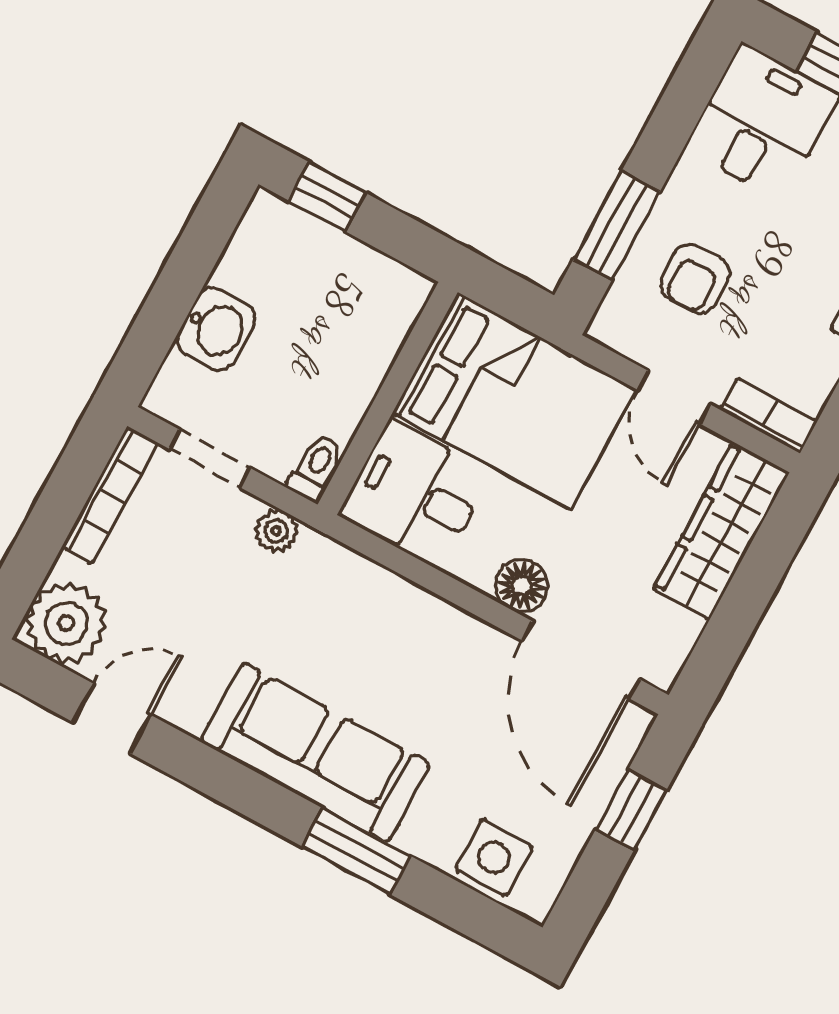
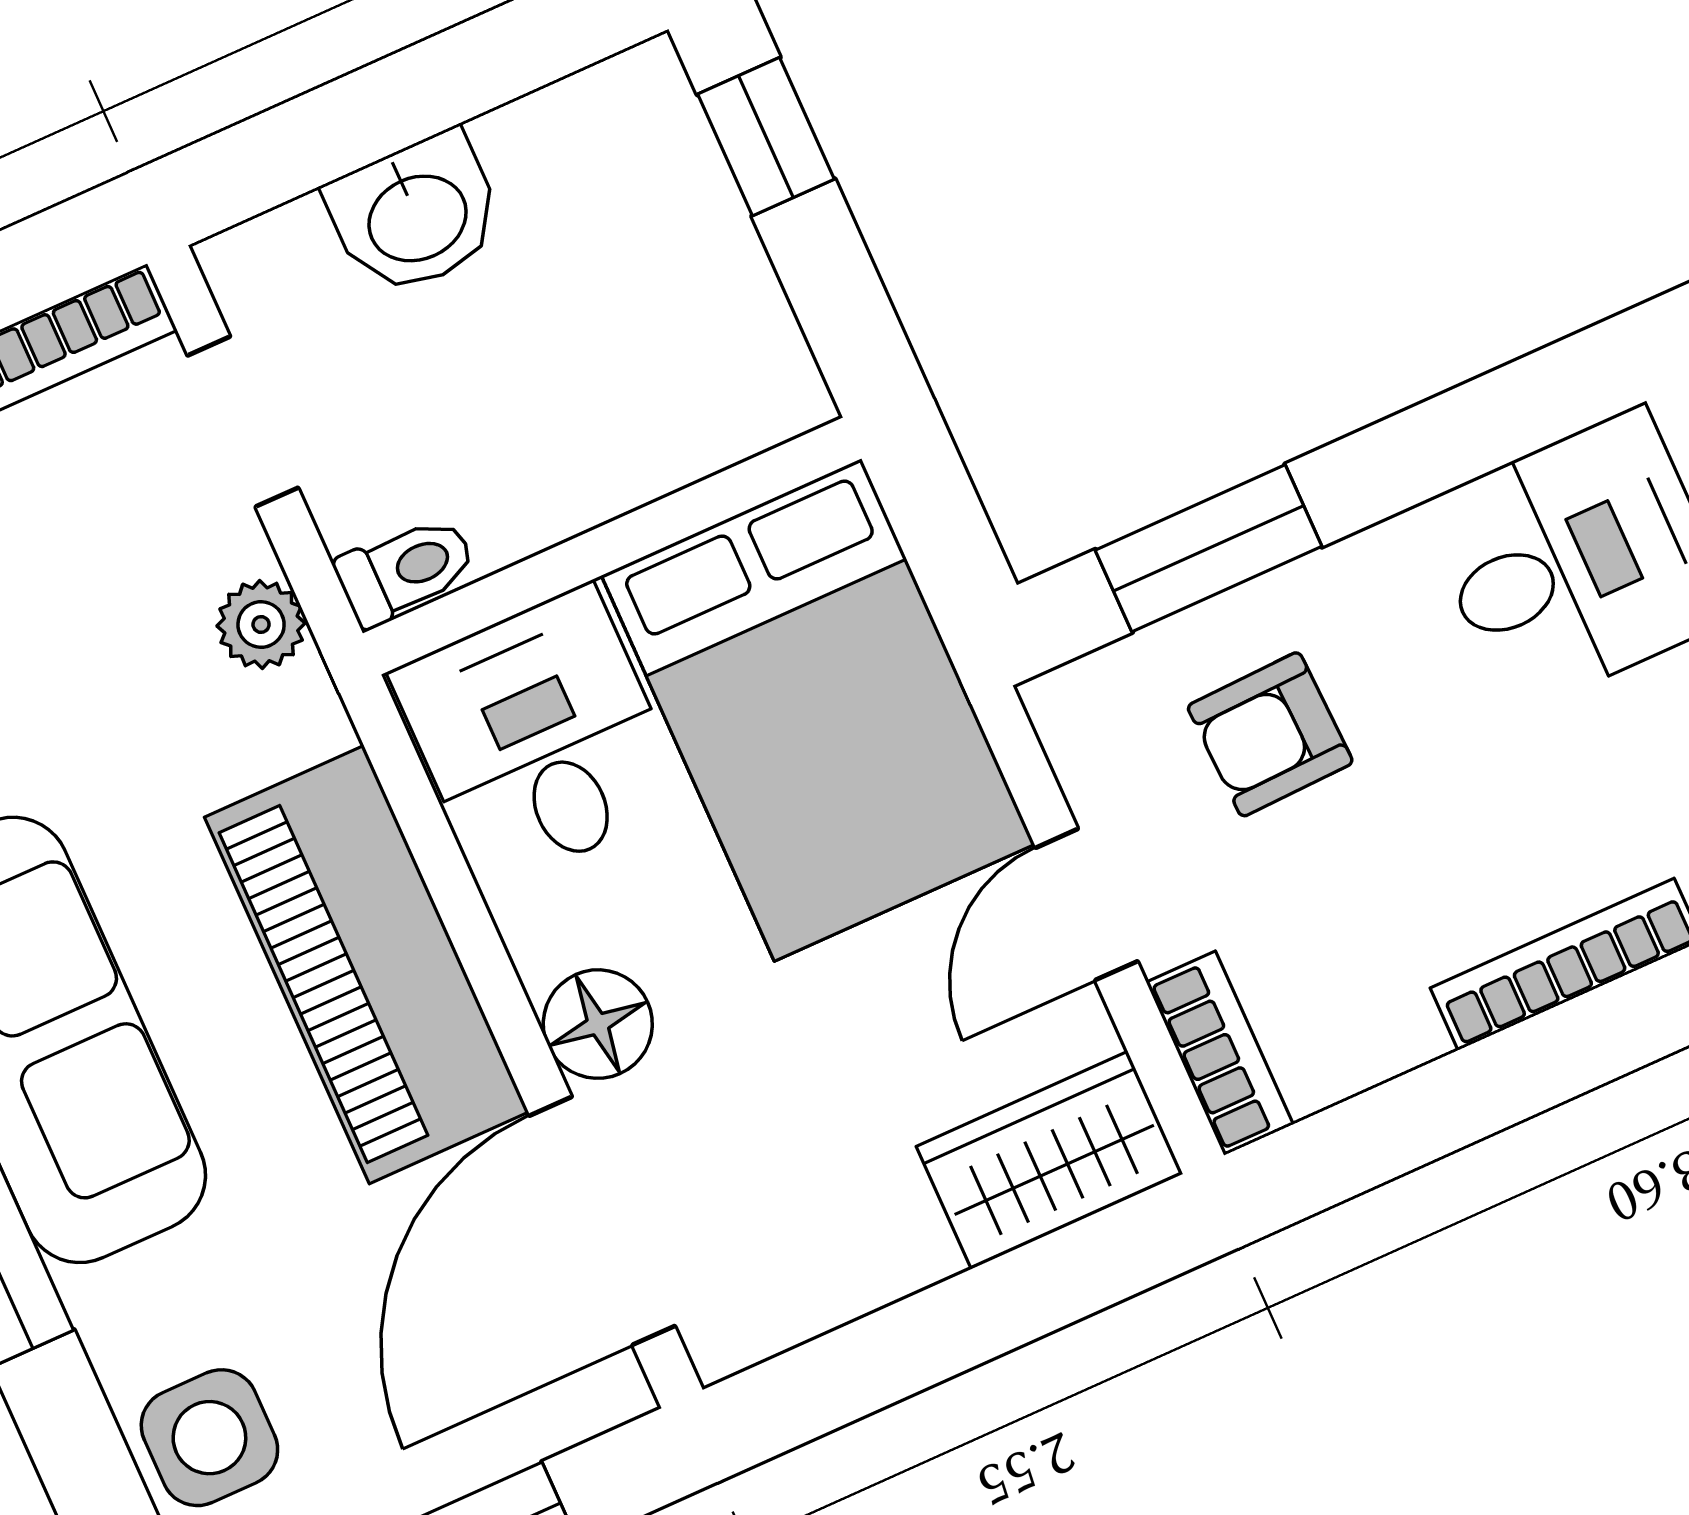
wardrobe: (721, 531) -> (1050, 1160), width x0.67
piano: (416, 630) -> (367, 965), added

